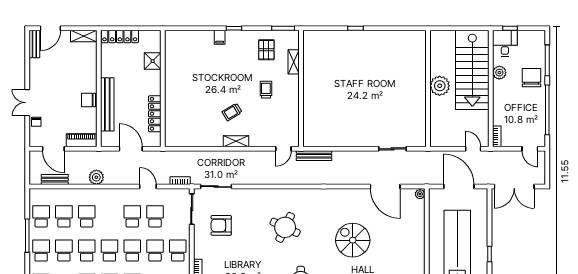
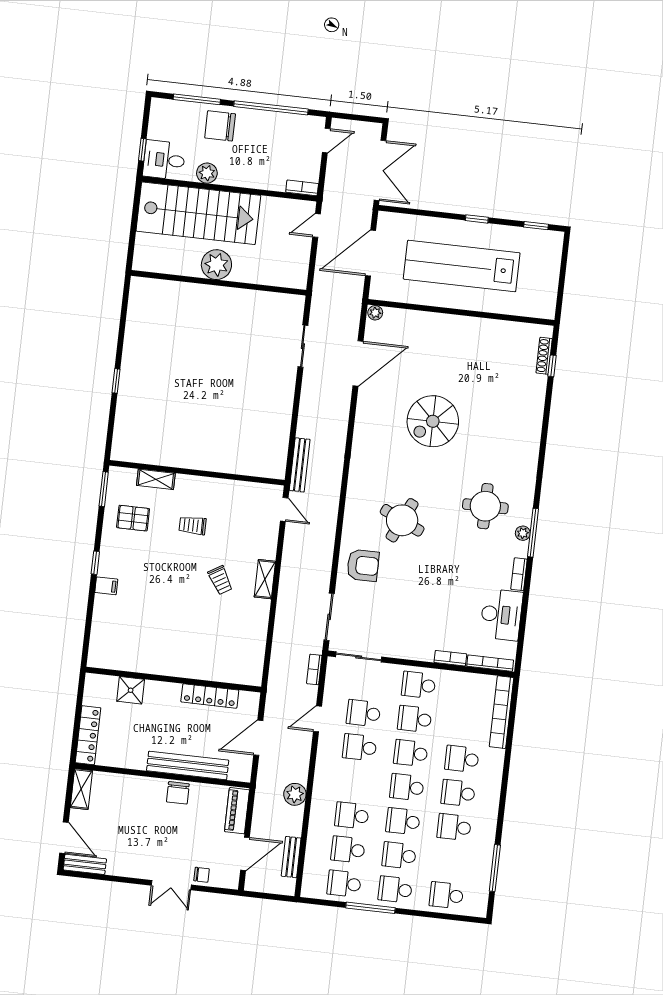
armchair: (221, 225) -> (363, 565), moved, turned -90

